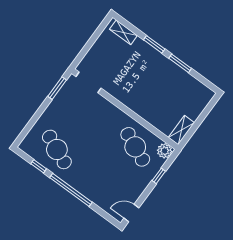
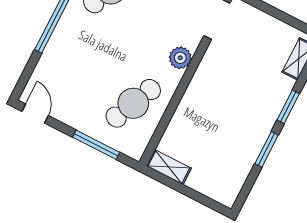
plant: (165, 151) -> (180, 58), moved
window: (159, 176) -> (96, 145), width x2.17

